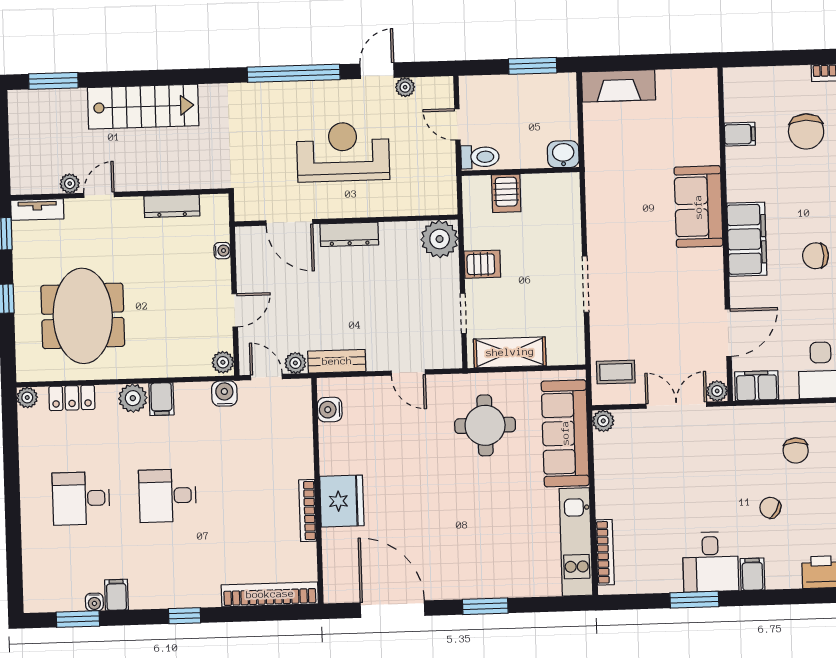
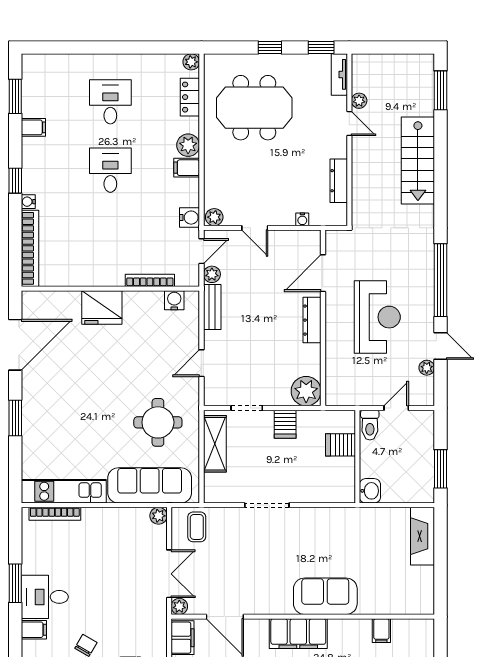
bookcase: (308, 511) -> (150, 280), moved
water cooler: (94, 602) -> (28, 202), moved

